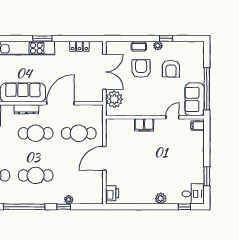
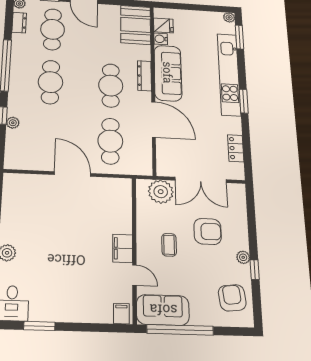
coffee table: (139, 47) -> (169, 245), moved
armchair: (171, 69) -> (232, 298), moved, turned 83
filing cabinet: (144, 125) -> (123, 249), moved
printer: (112, 193) -> (19, 182), removed

